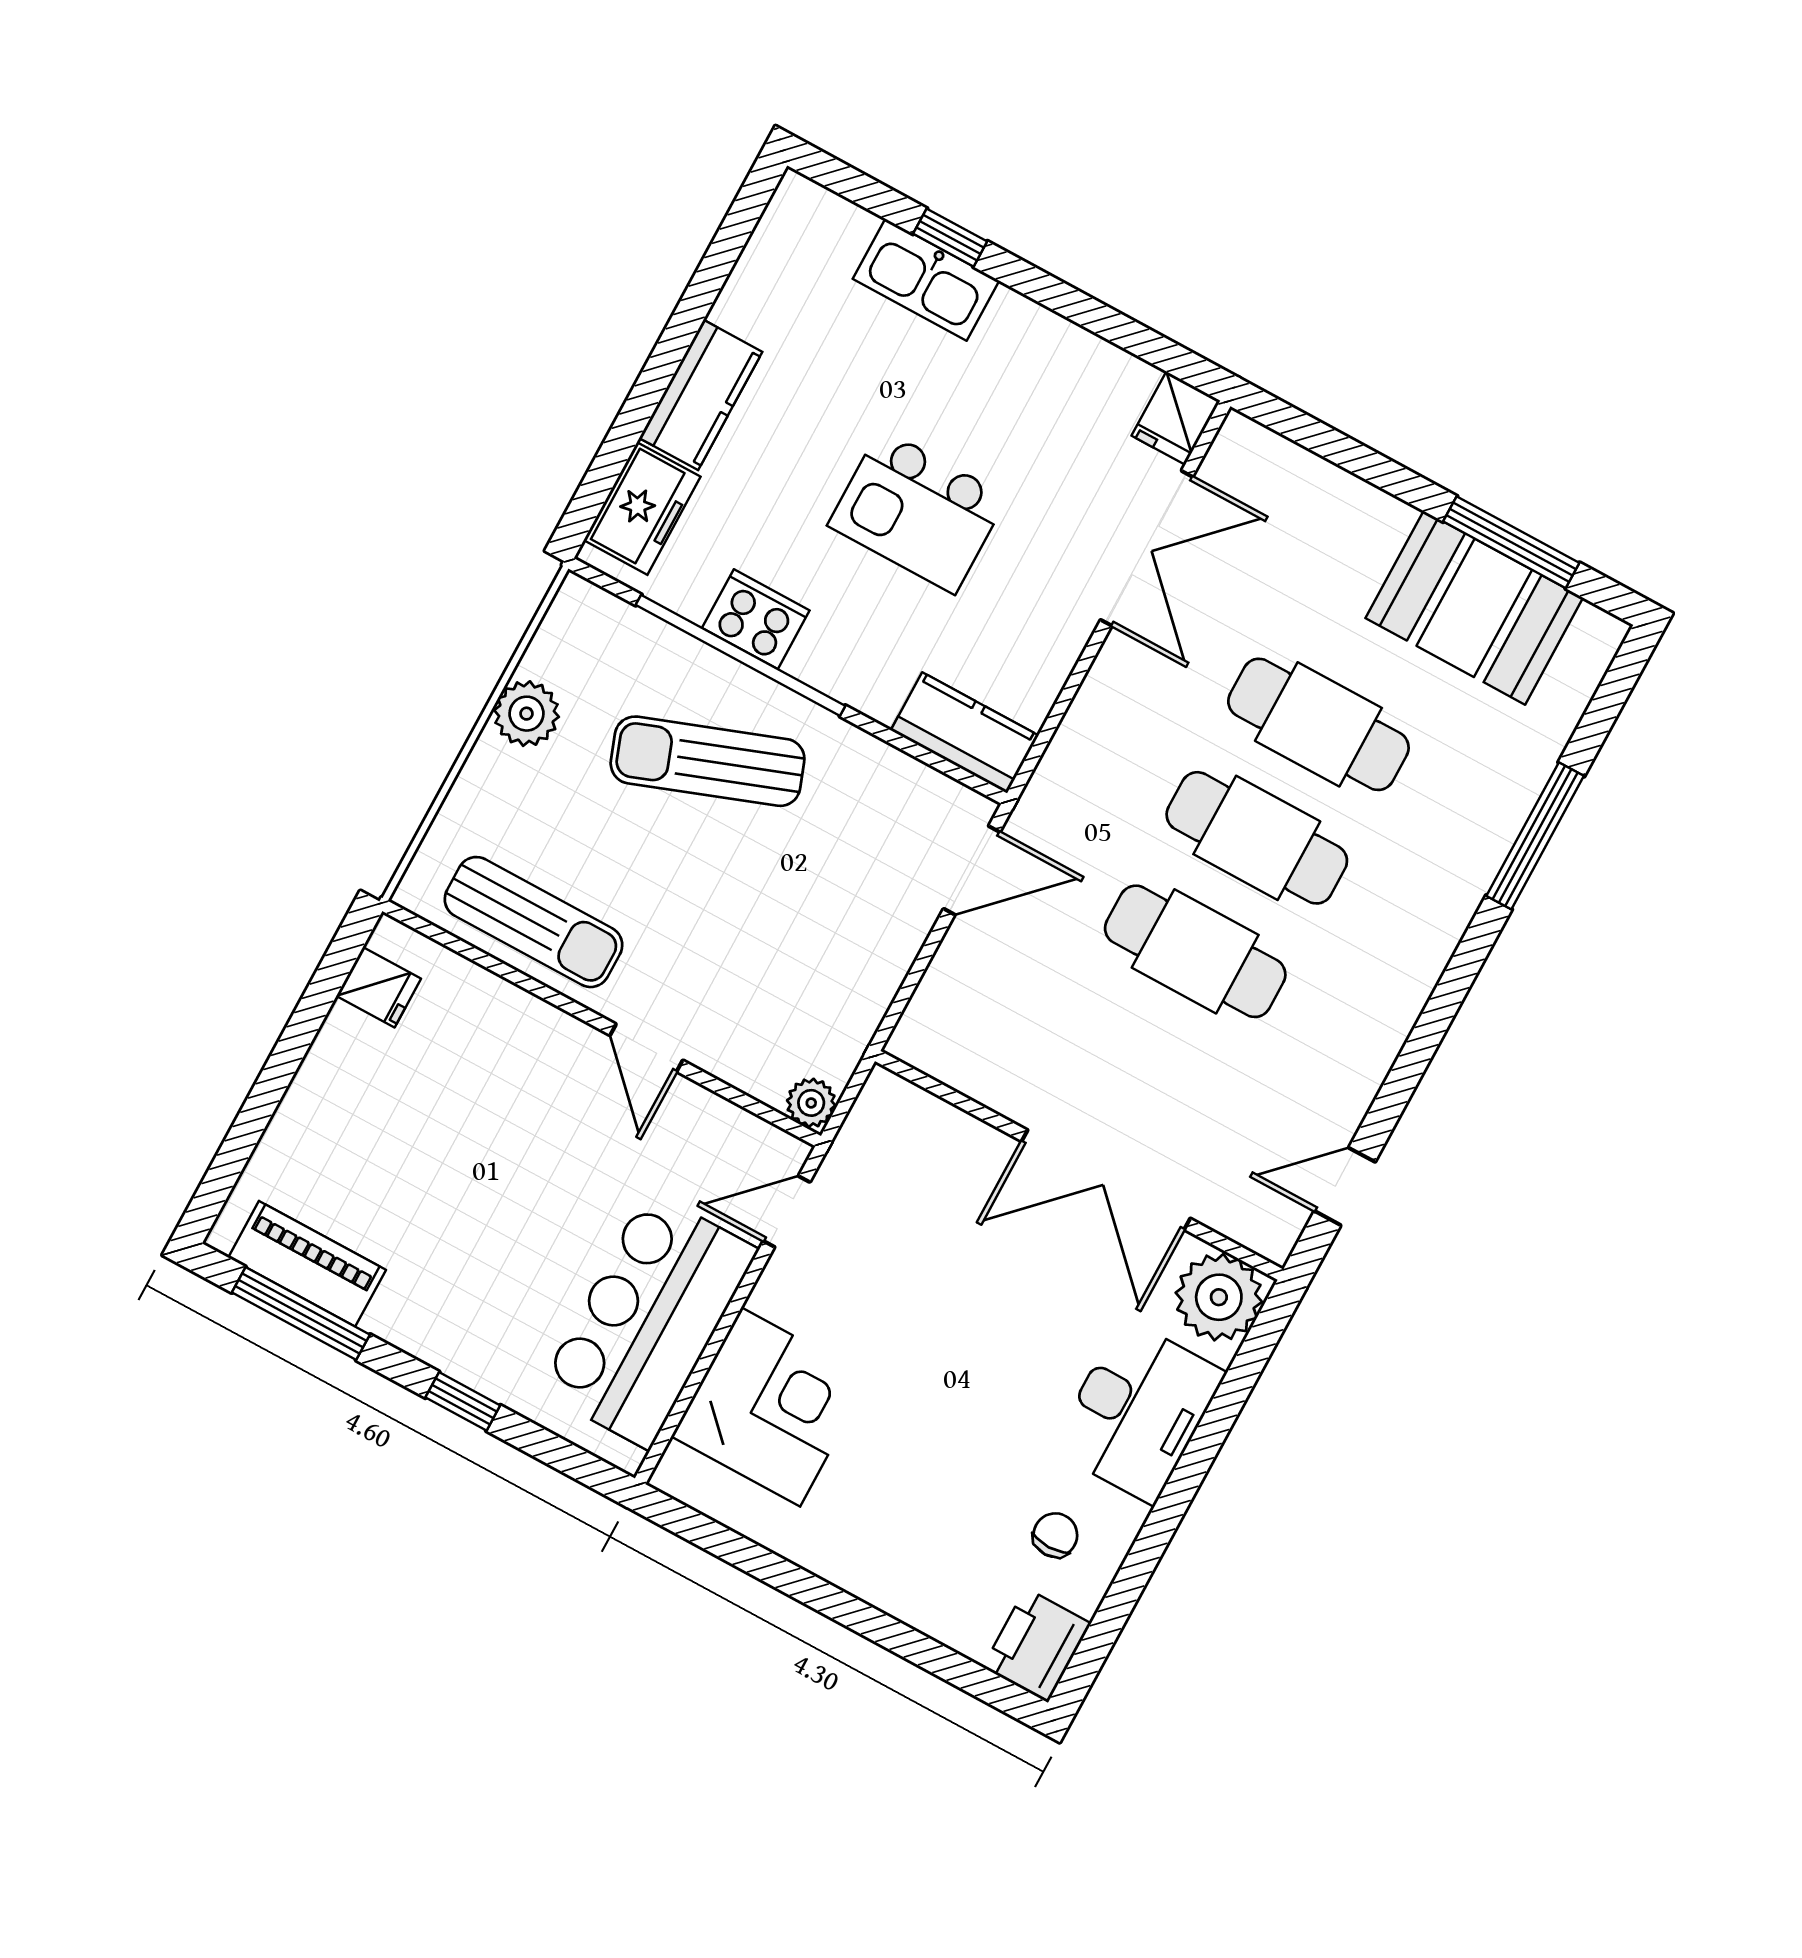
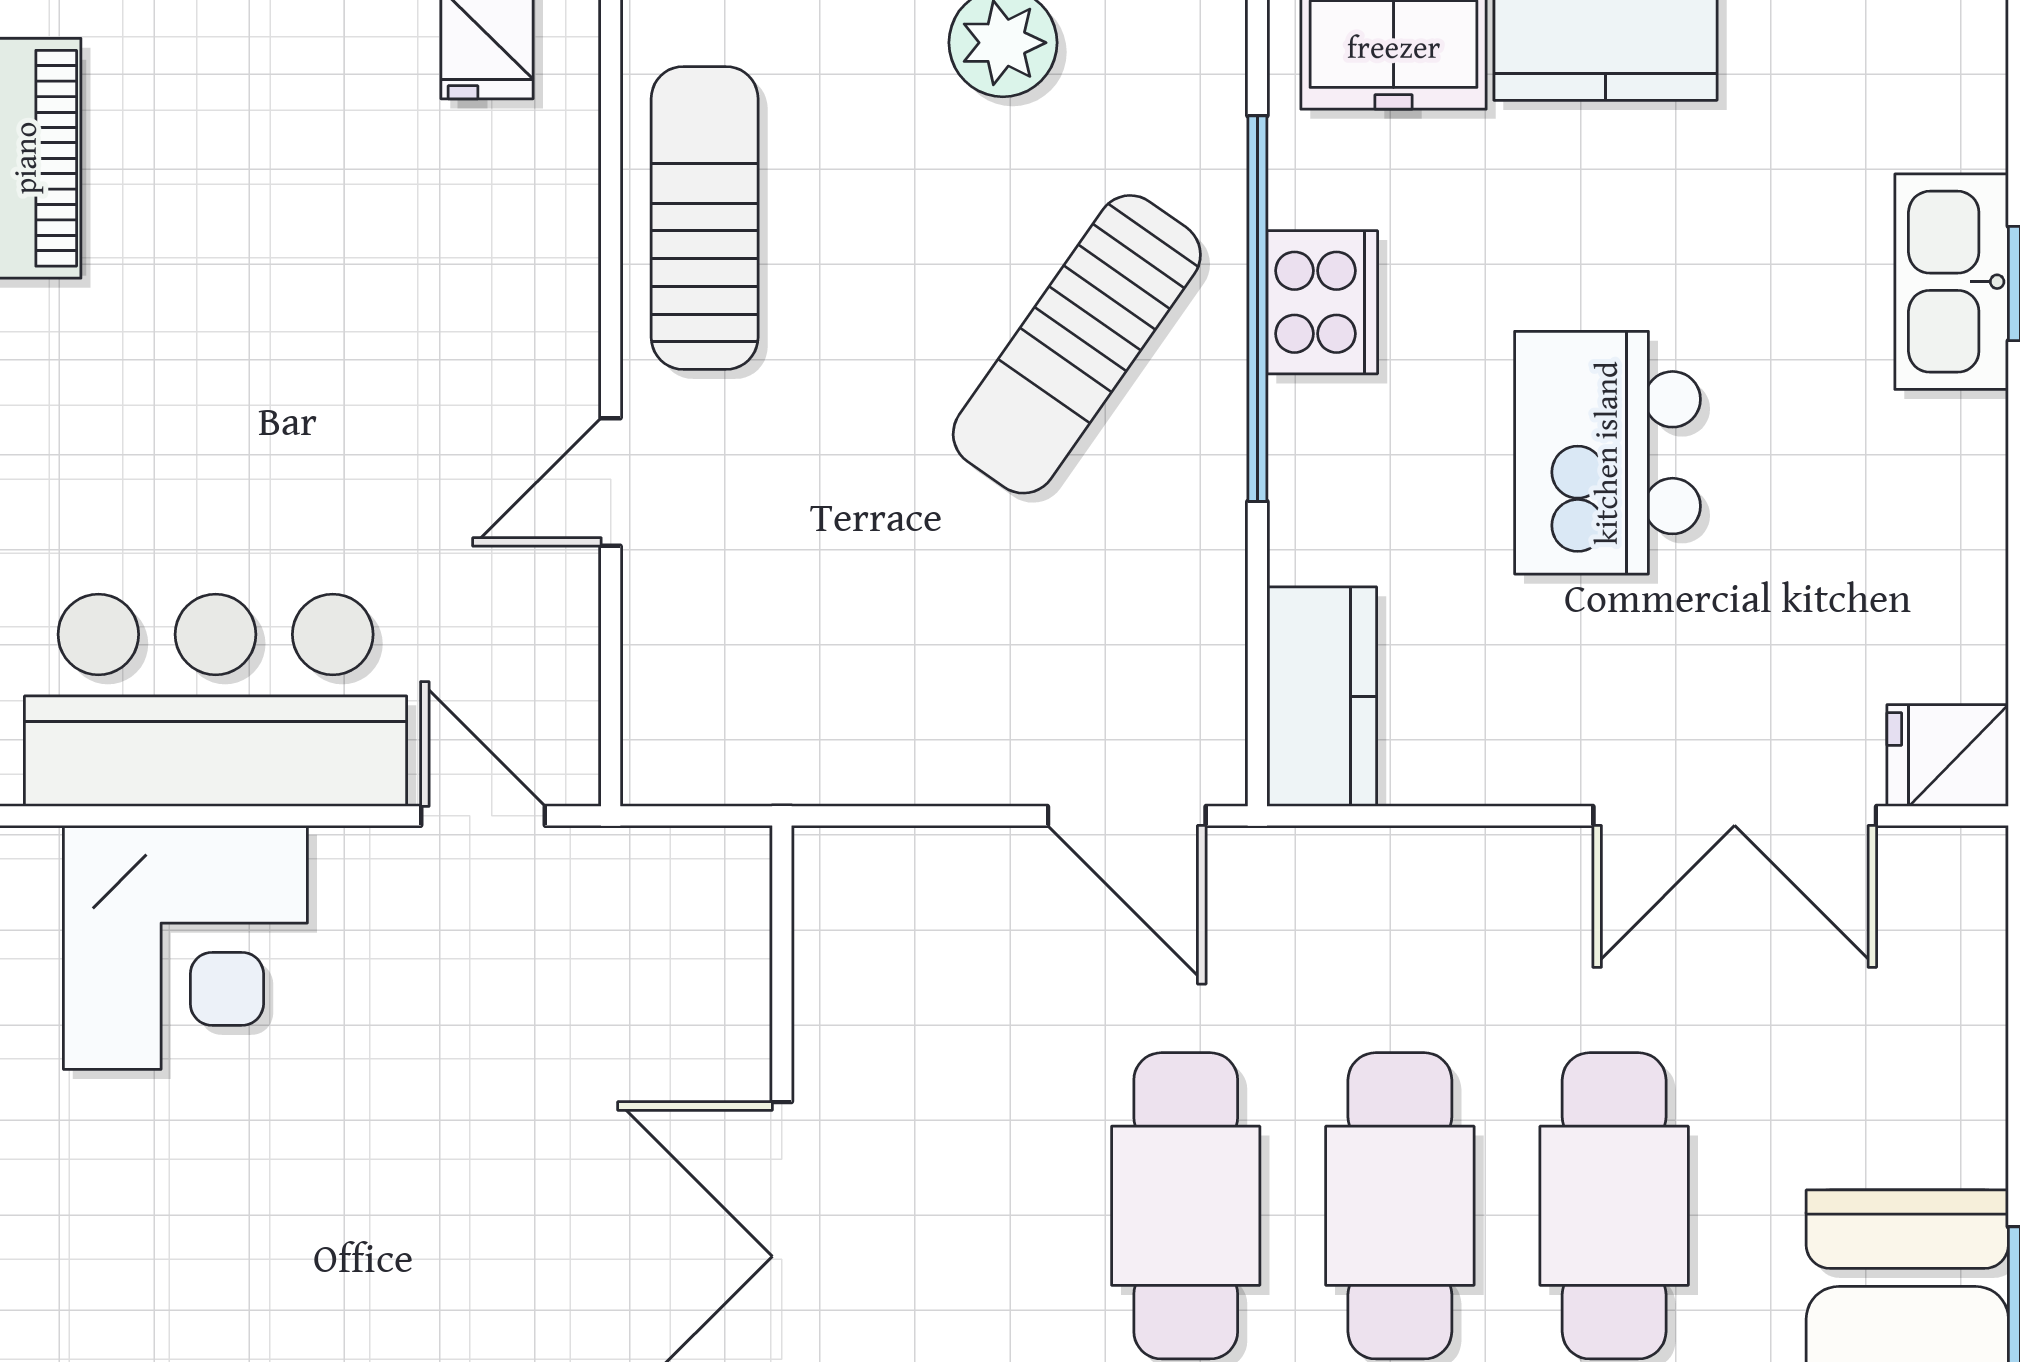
sun lounger: (708, 761) -> (1077, 344), turned -125
sun lounger: (534, 922) -> (705, 218), turned 180
plant: (811, 1103) -> (661, 766), removed

